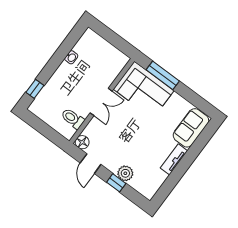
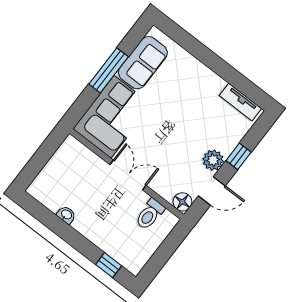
window: (163, 75) -> (109, 70), moved
sofa: (191, 128) -> (143, 63), moved, turned -90
tv unit: (174, 159) -> (240, 102), moved
plant: (125, 173) -> (213, 160), moved

